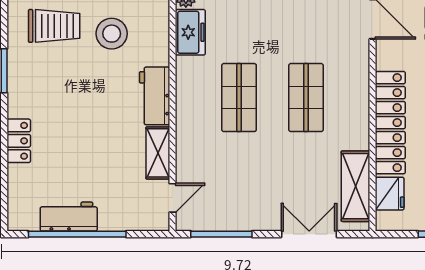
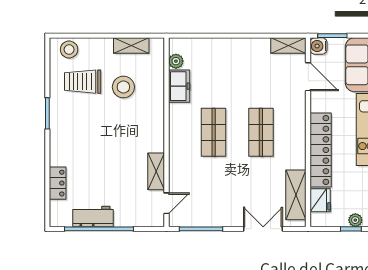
trolley: (54, 26) -> (83, 82), turned 180
workbench: (155, 96) -> (154, 131), removed
locker: (19, 141) -> (58, 183), moved

